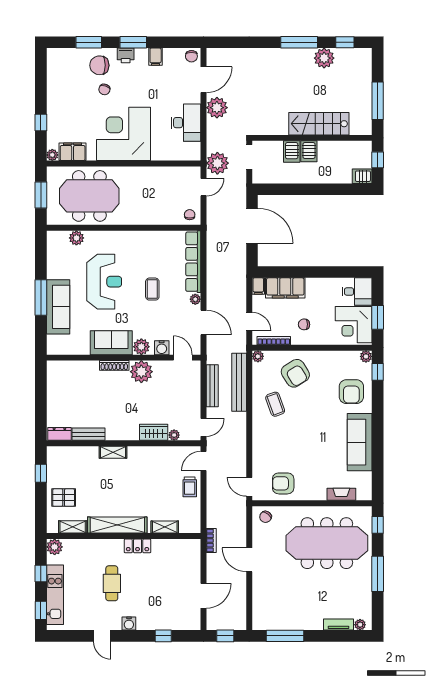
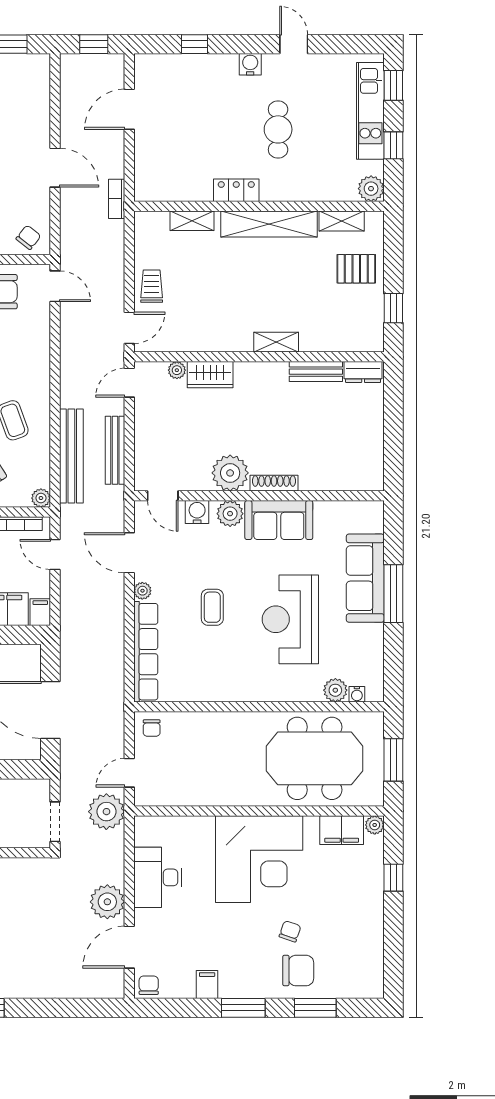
printer: (126, 55) -> (256, 986), removed
water cooler: (63, 235) -> (357, 694), added

